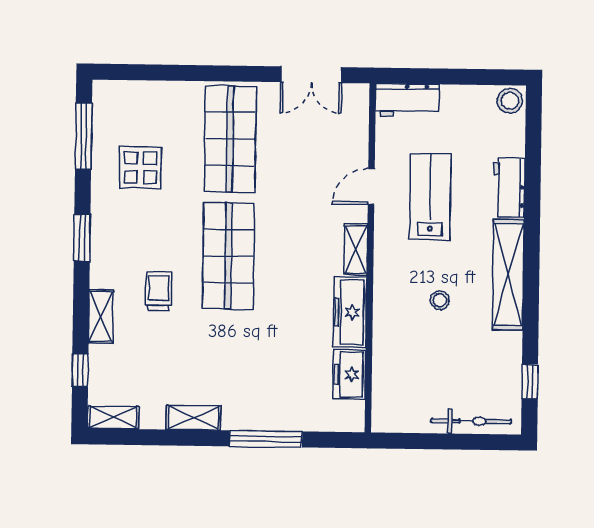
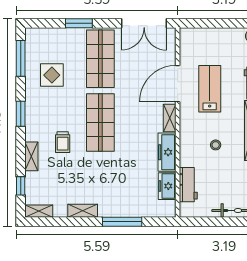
window: (192, 73) -> (79, 23), added
double door: (311, 75) -> (144, 23), width x1.37
workbench: (407, 100) -> (188, 185), moved, turned -90
door: (371, 187) -> (178, 84), width x1.88
trolley: (159, 291) -> (63, 142), turned 180

